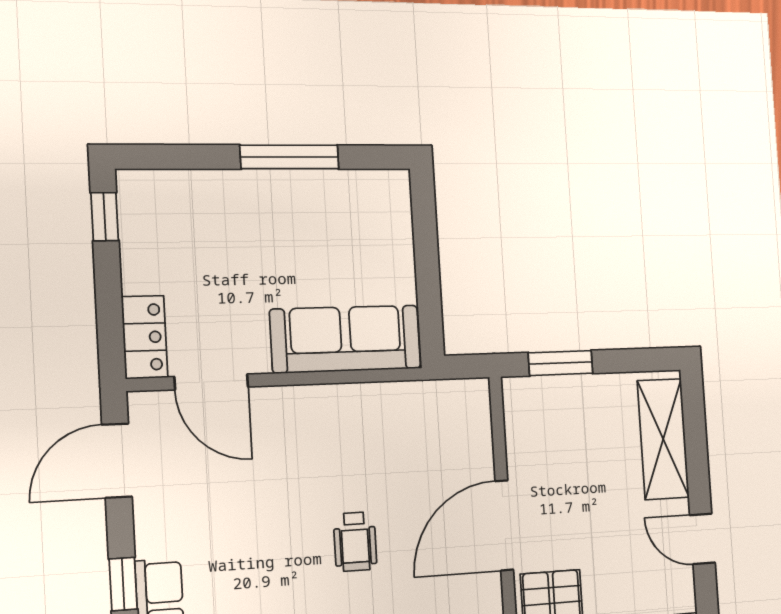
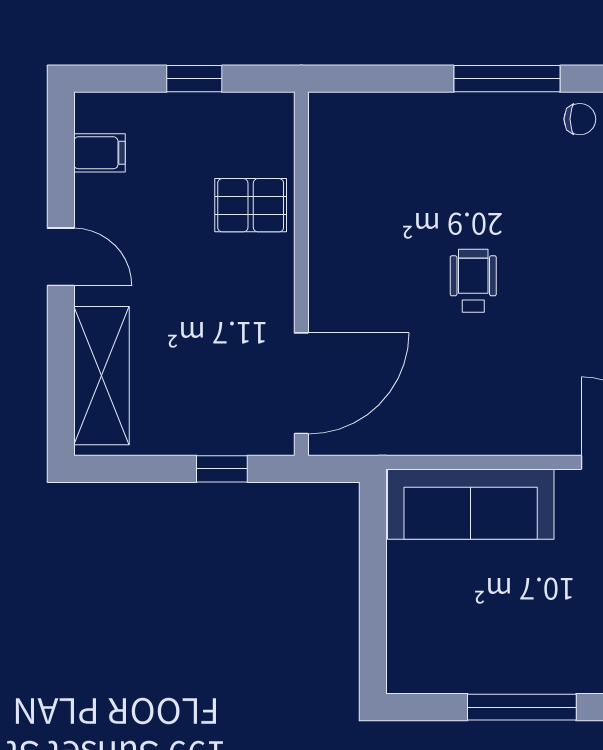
window: (561, 363) -> (222, 469), width x0.67
door: (504, 525) -> (301, 383), moved

